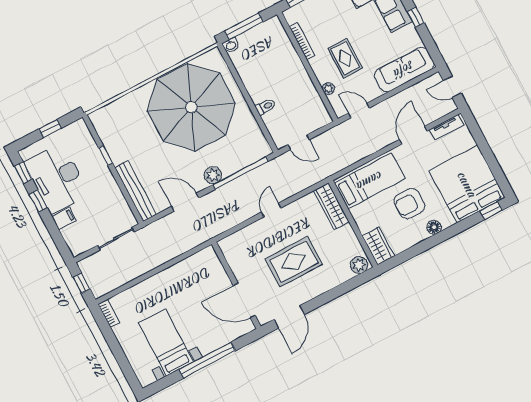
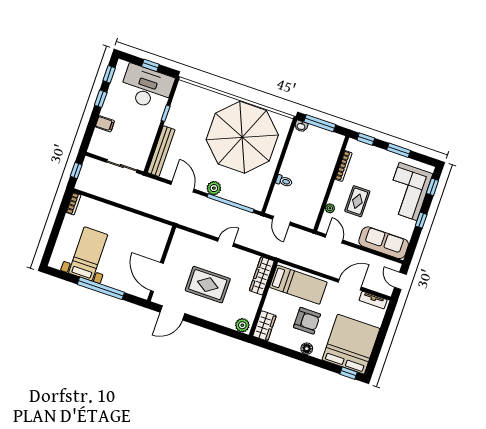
desk: (57, 178) -> (147, 87), moved, turned 90
armchair: (409, 204) -> (307, 321), turned 180

